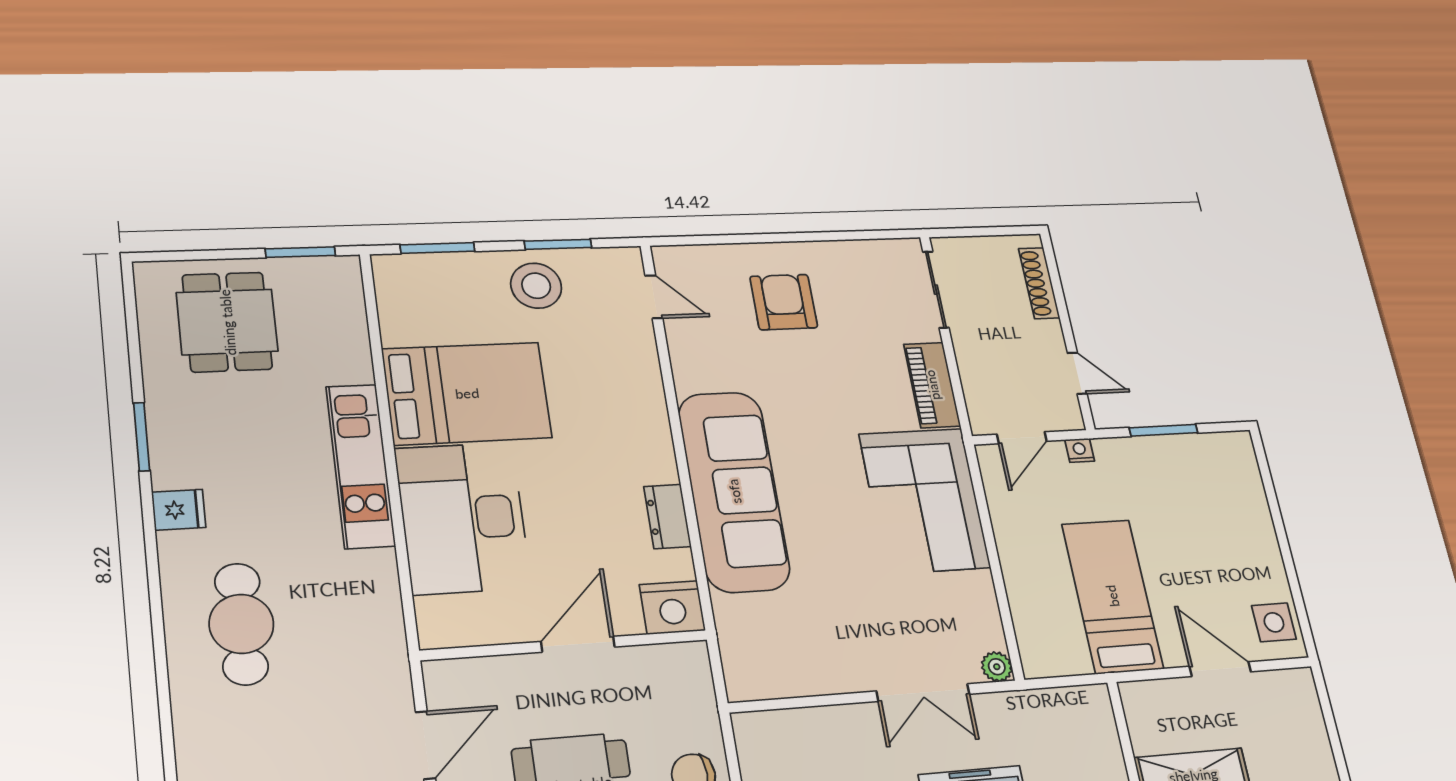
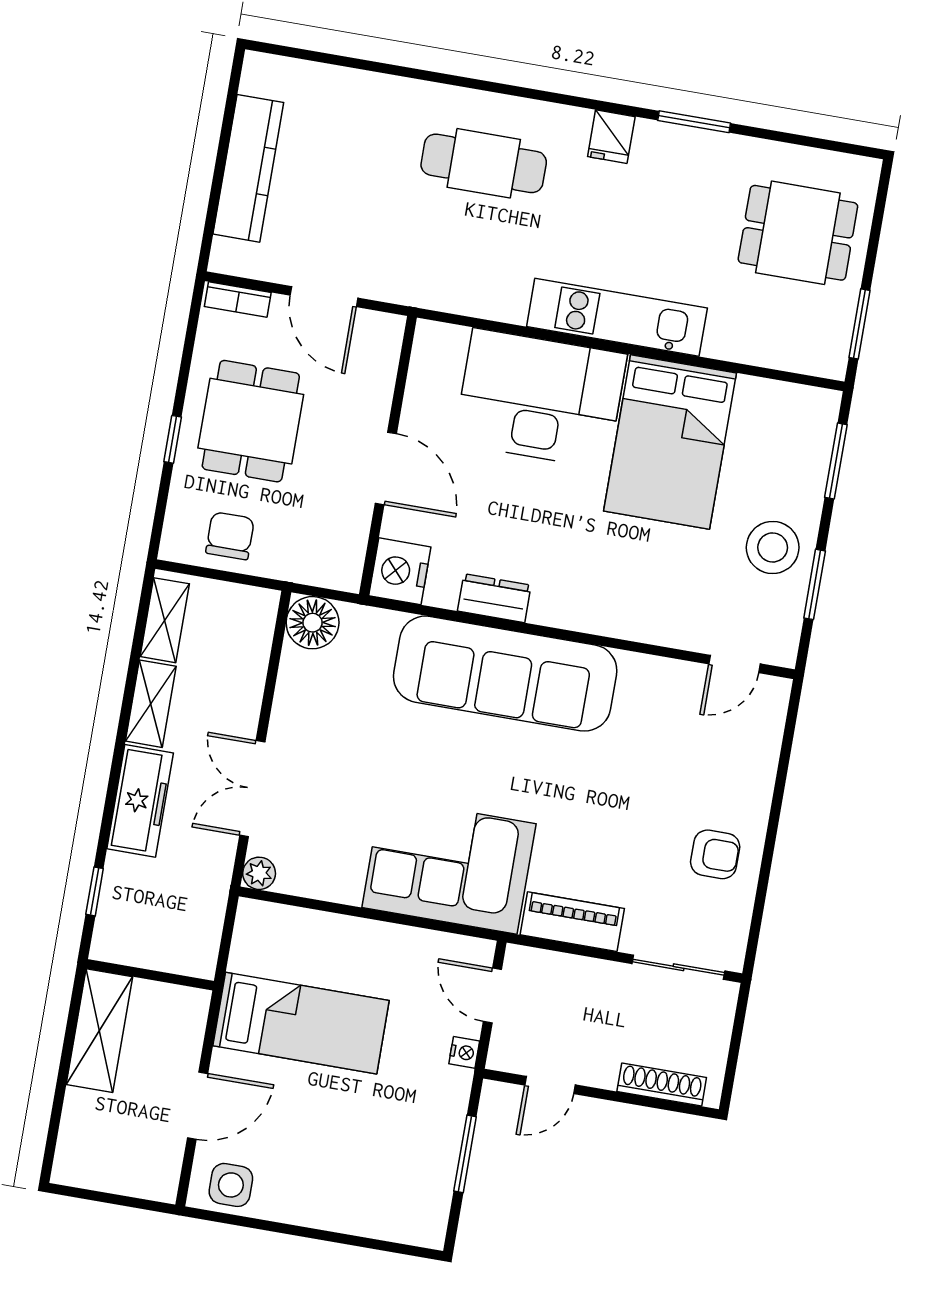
armchair: (784, 302) -> (715, 854), moved, width x0.72, depth x0.72
floor lamp: (749, 676) -> (313, 623), added

